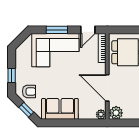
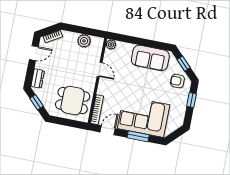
door: (107, 88) -> (100, 69), width x0.53
plant: (116, 113) -> (84, 41), moved

